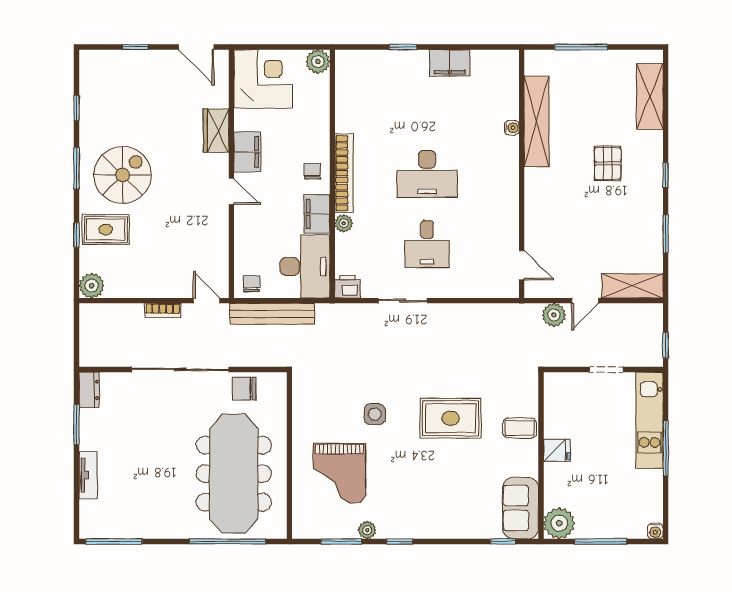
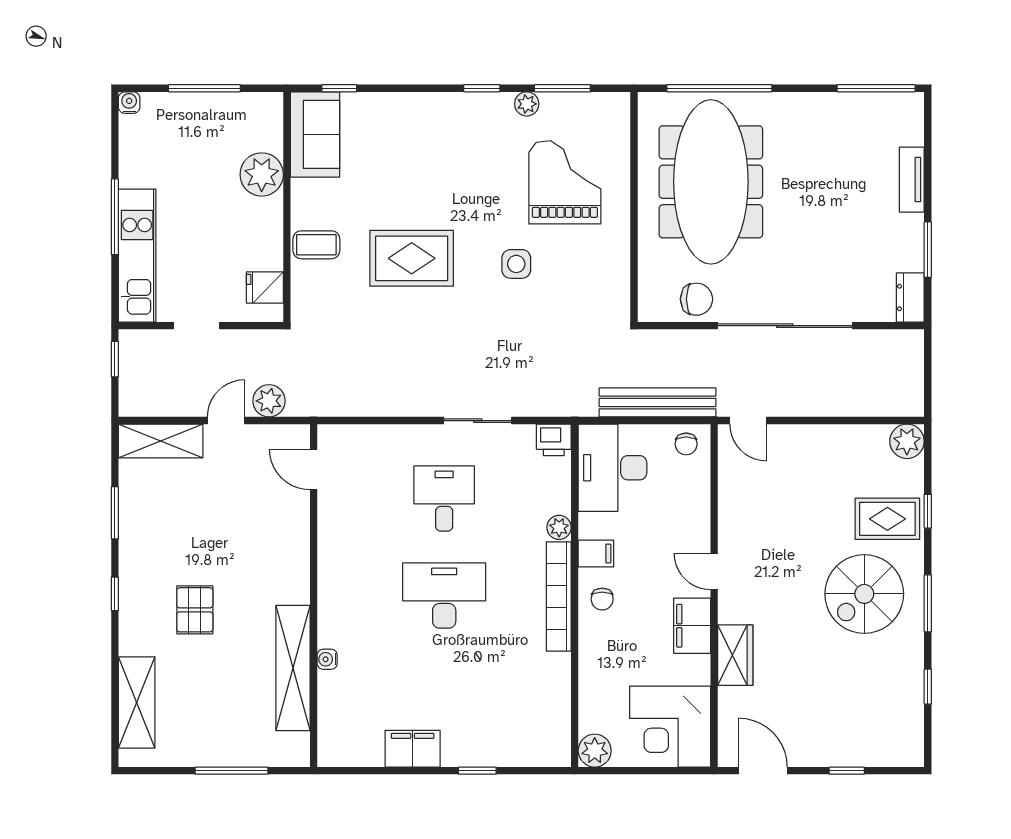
filing cabinet: (317, 214) -> (596, 554), width x0.50
bookcase: (163, 310) -> (809, 407), removed
fridge: (557, 450) -> (265, 288), moved
plant: (559, 523) -> (262, 174), moved

